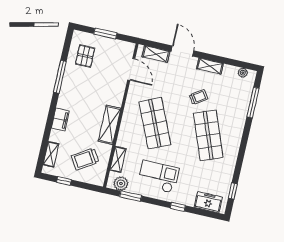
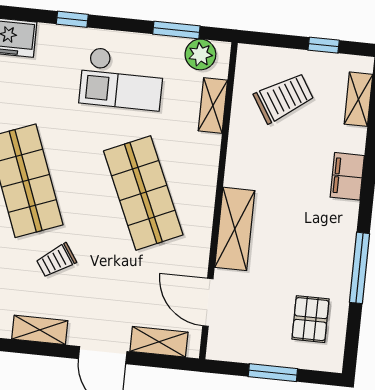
shelving: (110, 125) -> (235, 229), moved

